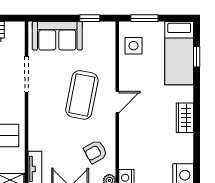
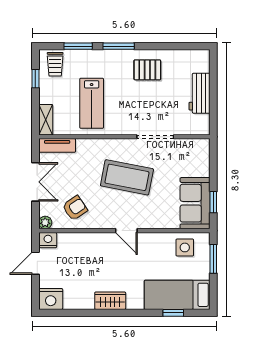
sofa: (57, 36) -> (195, 203), moved
coffee table: (82, 95) -> (127, 177), moved
armchair: (95, 152) -> (75, 208), turned 85

